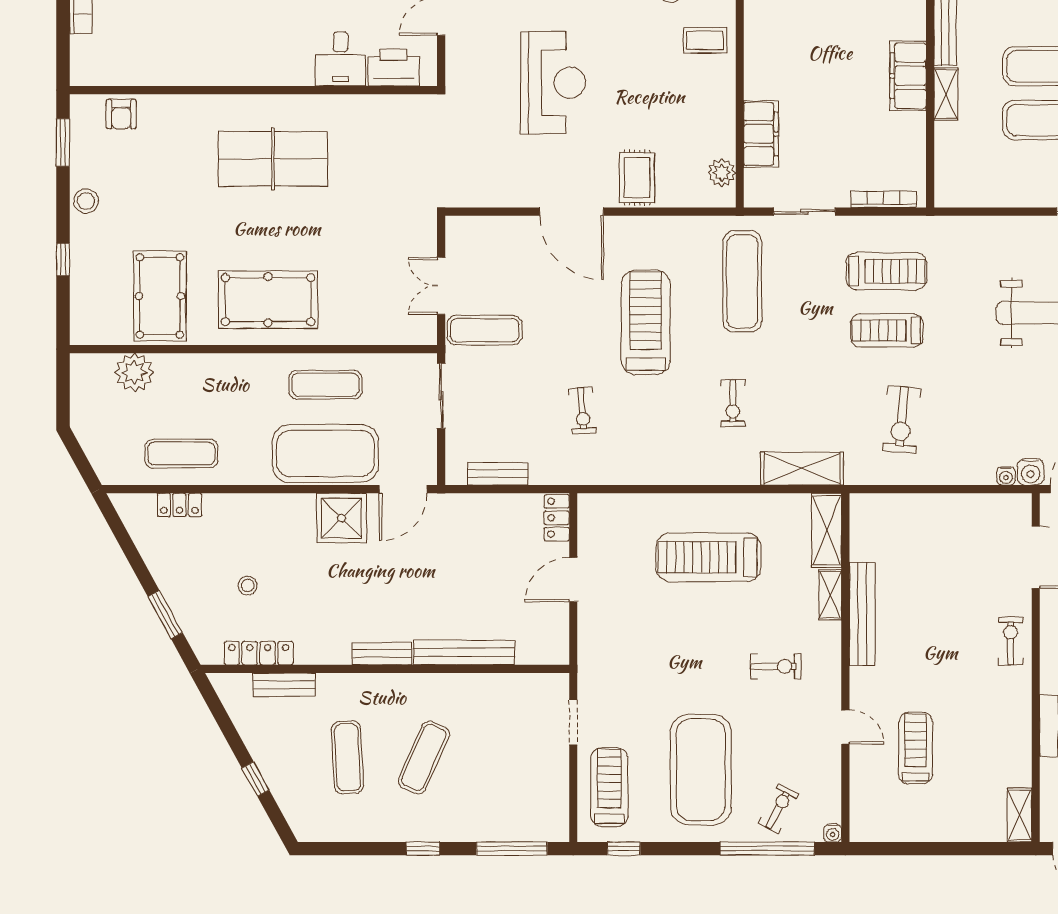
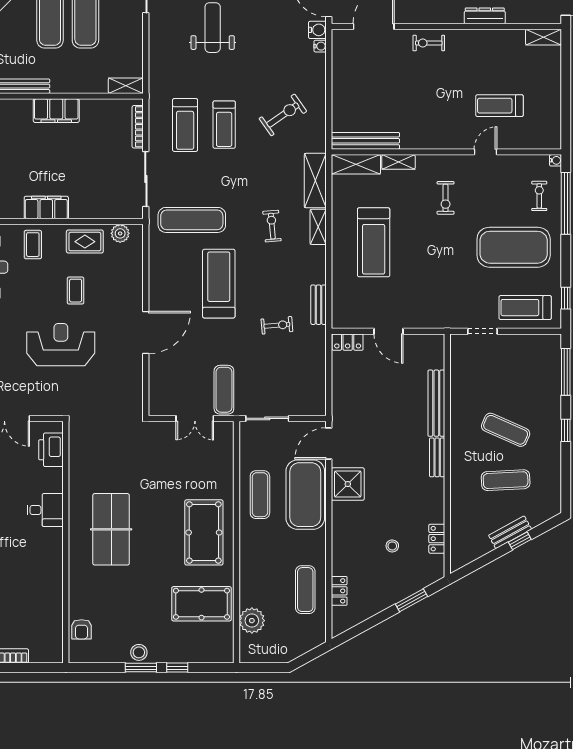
desk: (340, 59) -> (45, 510), moved
shelving: (946, 94) -> (126, 86), moved
coffee table: (635, 105) -> (76, 291), added
armchair: (121, 114) -> (82, 629), turned 90
filing cabinet: (761, 134) -> (46, 208), moved
window: (63, 143) -> (141, 668), moved
rug: (637, 178) -> (85, 242), moved
sliding door: (804, 212) -> (146, 179), width x1.37
treadmill: (886, 271) -> (185, 125), turned 180
treadmill: (646, 322) -> (219, 284), turned 90
exercise bike: (733, 403) -> (272, 226), turned -95
exercise bike: (902, 420) -> (283, 115), turned -40
shelving: (732, 473) -> (318, 227), added
bench: (498, 474) -> (319, 305), moved
door: (403, 489) -> (329, 443), swing flipped
bench: (862, 614) -> (365, 141), moved
locker: (259, 653) -> (437, 539), width x0.66
exercise bike: (776, 666) -> (446, 198), turned 180
bench: (284, 685) -> (510, 532), moved, turned 61
exercise bike: (779, 809) -> (539, 196), turned 62

